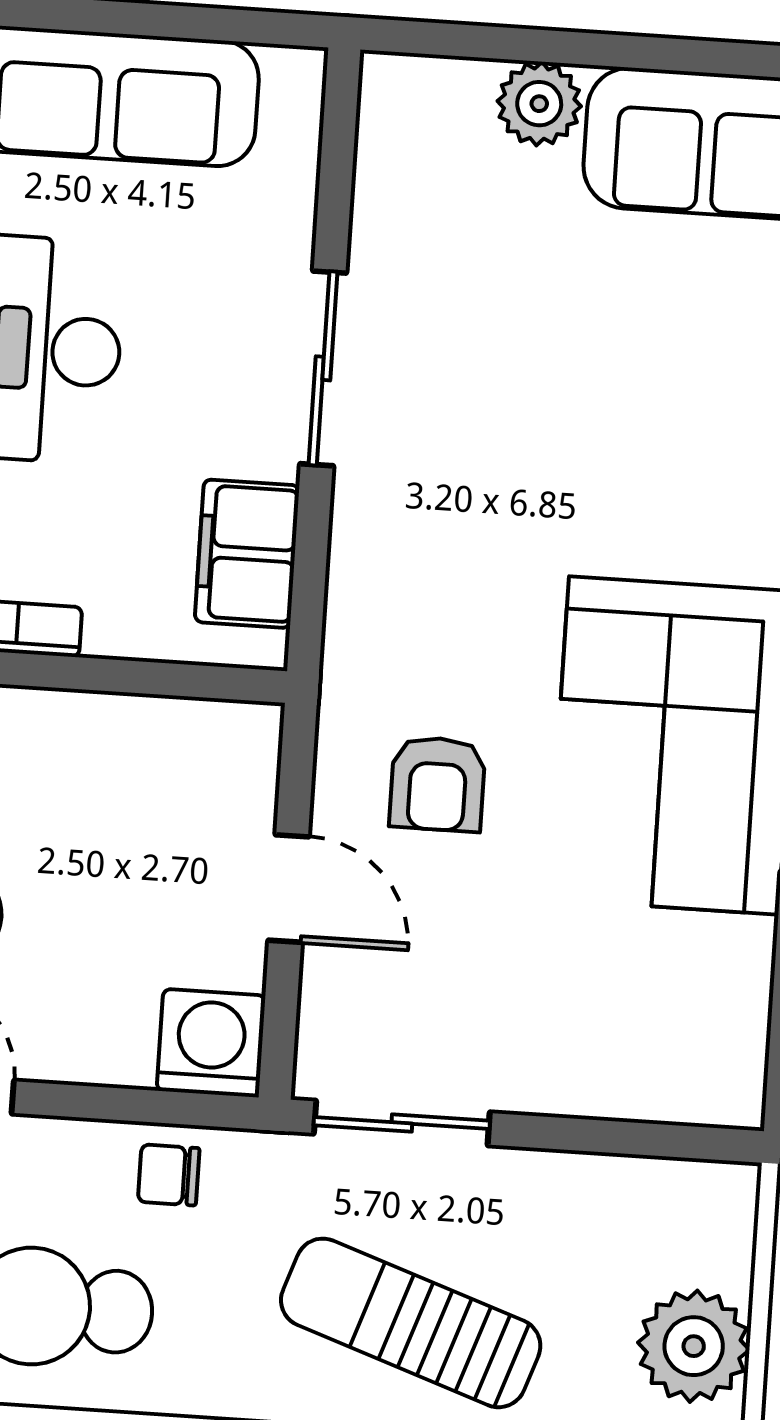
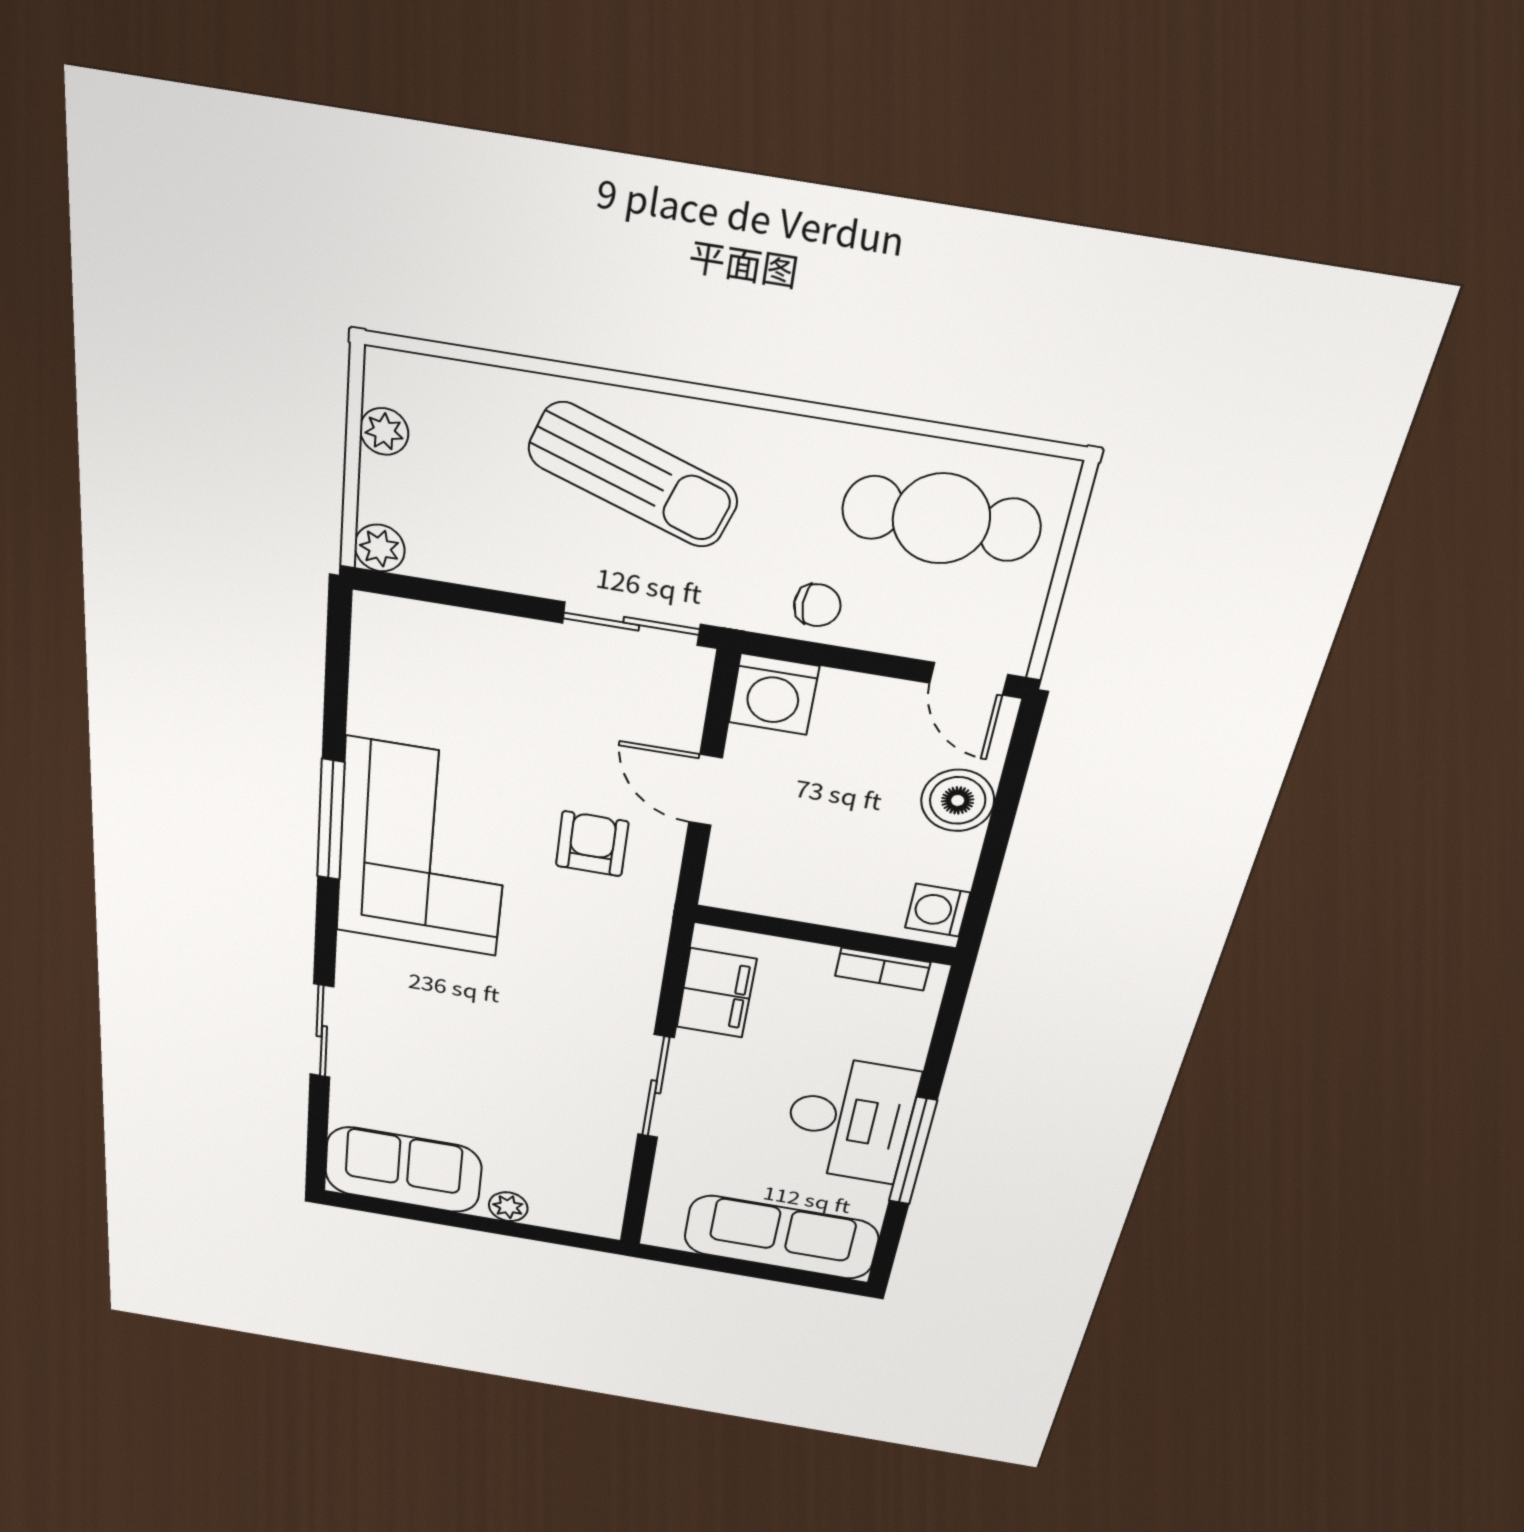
plant: (539, 104) -> (508, 1207), width x0.73, depth x0.73
plant: (728, 1193) -> (380, 548), added
plant: (694, 1346) -> (384, 431), width x0.53, depth x0.53

